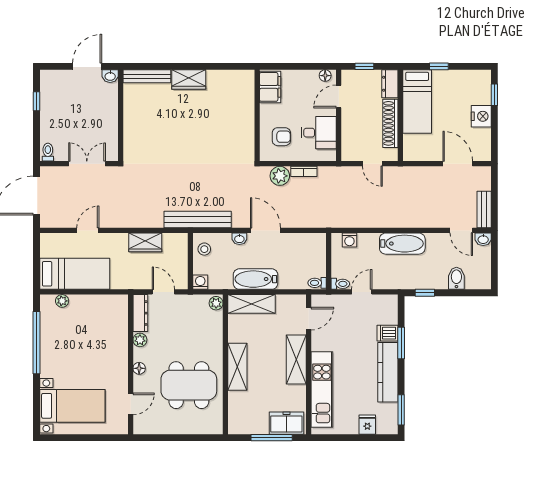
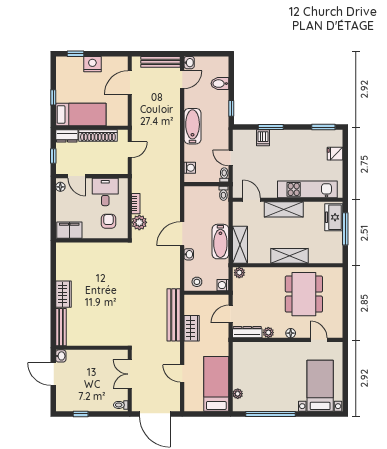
bench: (484, 210) -> (161, 62), width x1.36
bench: (198, 220) -> (174, 315), moved
kitchen counter: (388, 372) -> (294, 138), removed

